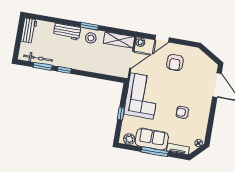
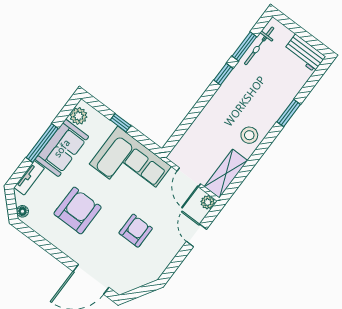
window: (89, 26) -> (289, 113), moved
workbench: (67, 32) -> (276, 106), removed
armchair: (175, 63) -> (136, 231), moved, turned 90
armchair: (182, 112) -> (78, 210), width x1.88, depth x1.88

